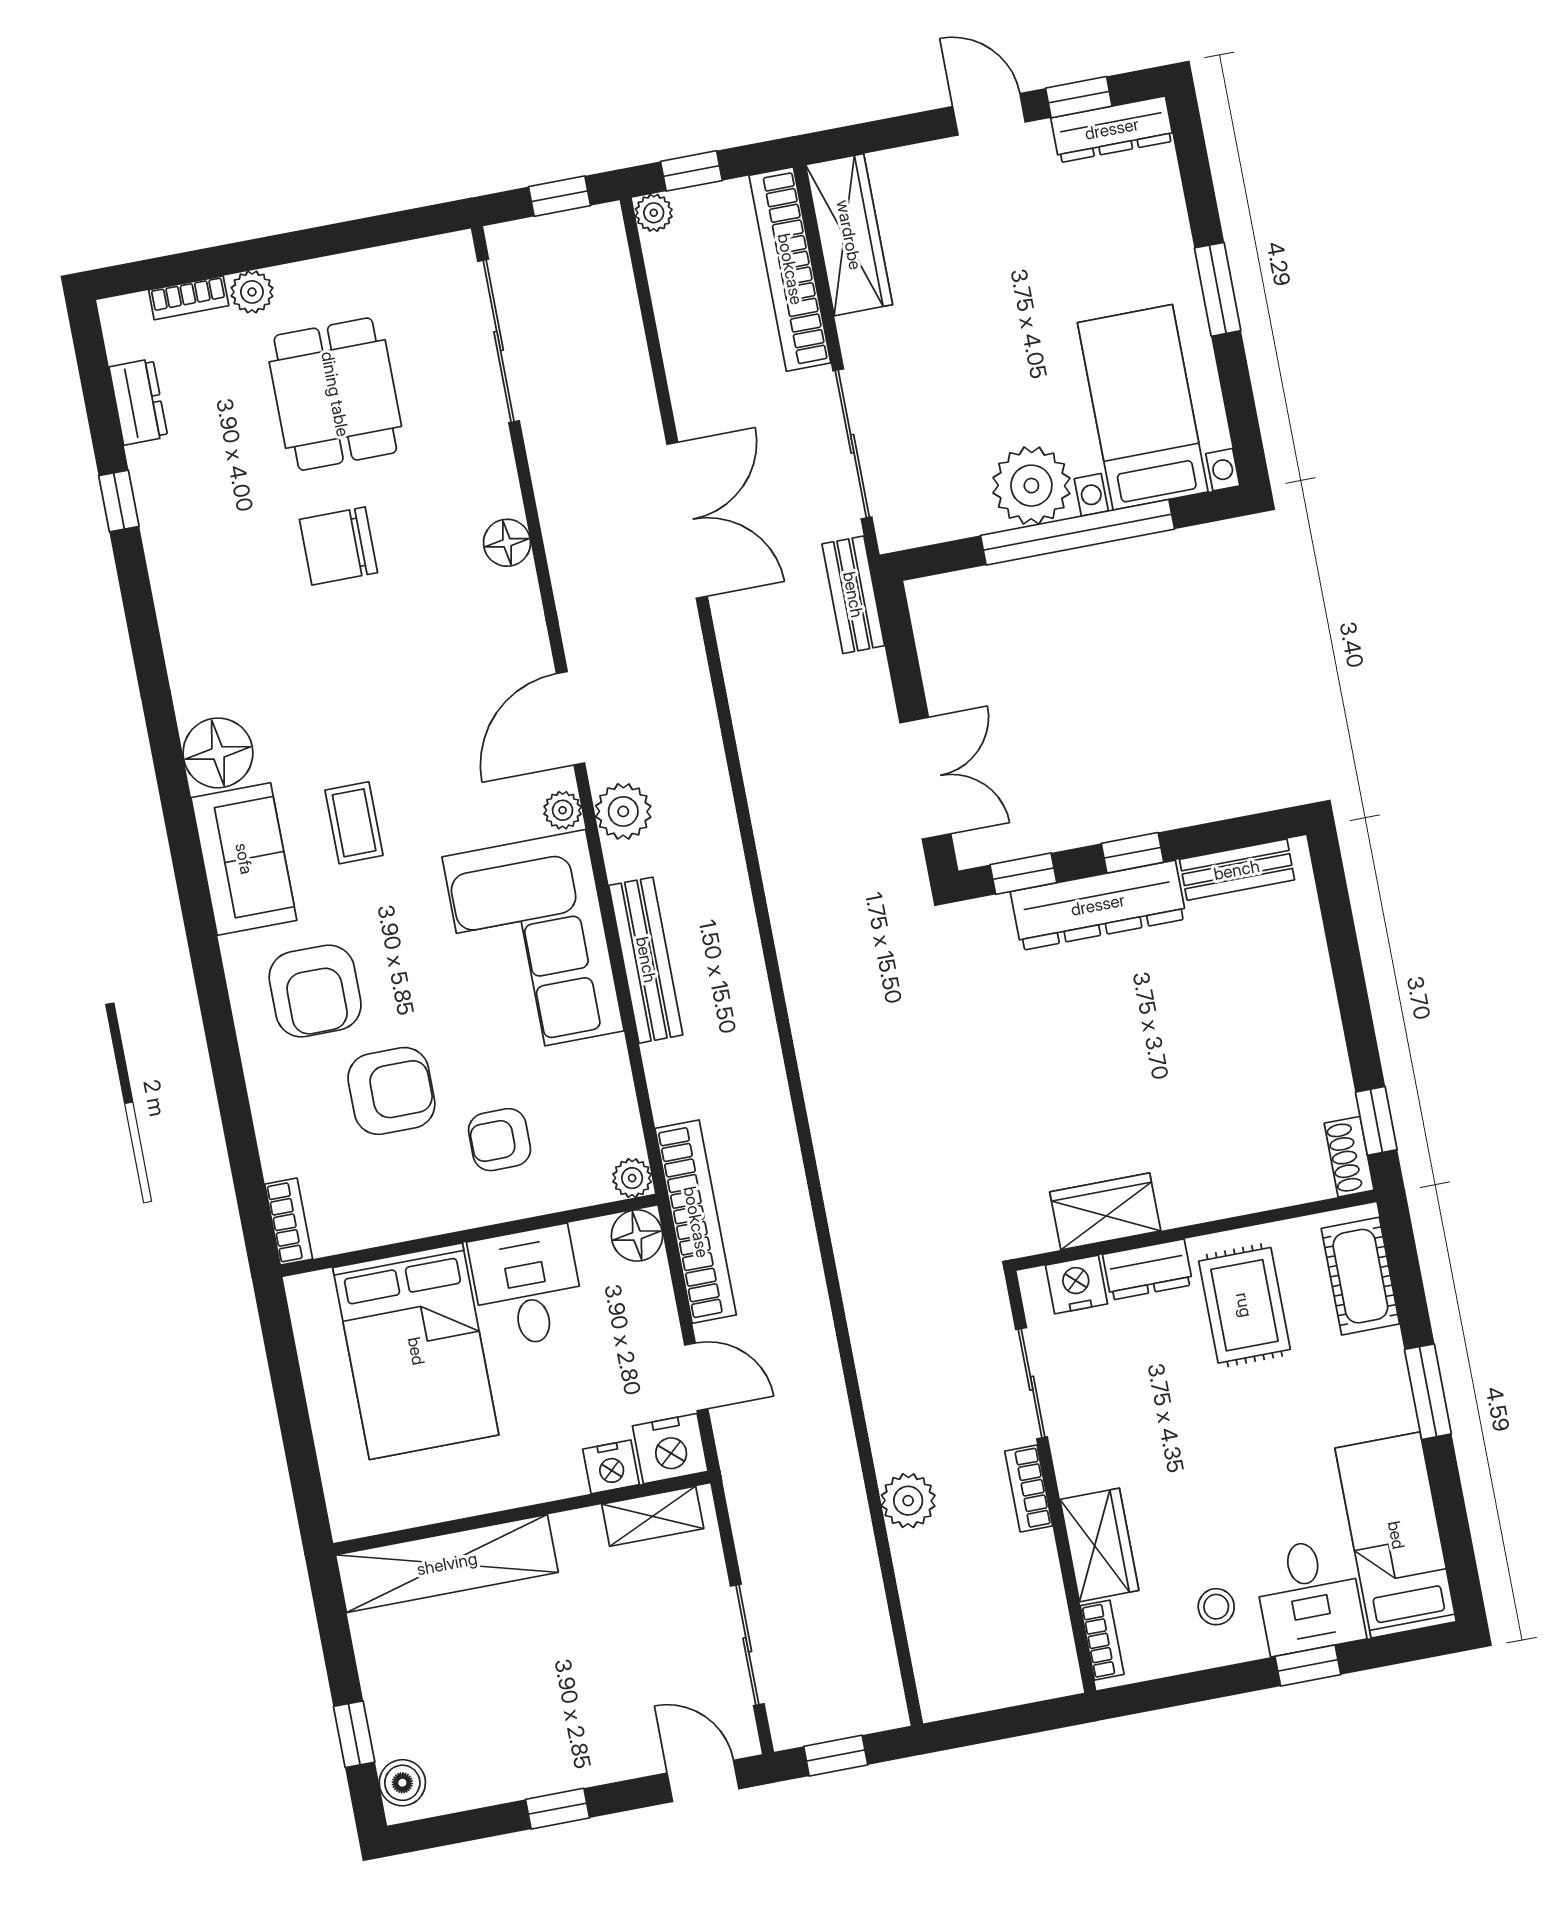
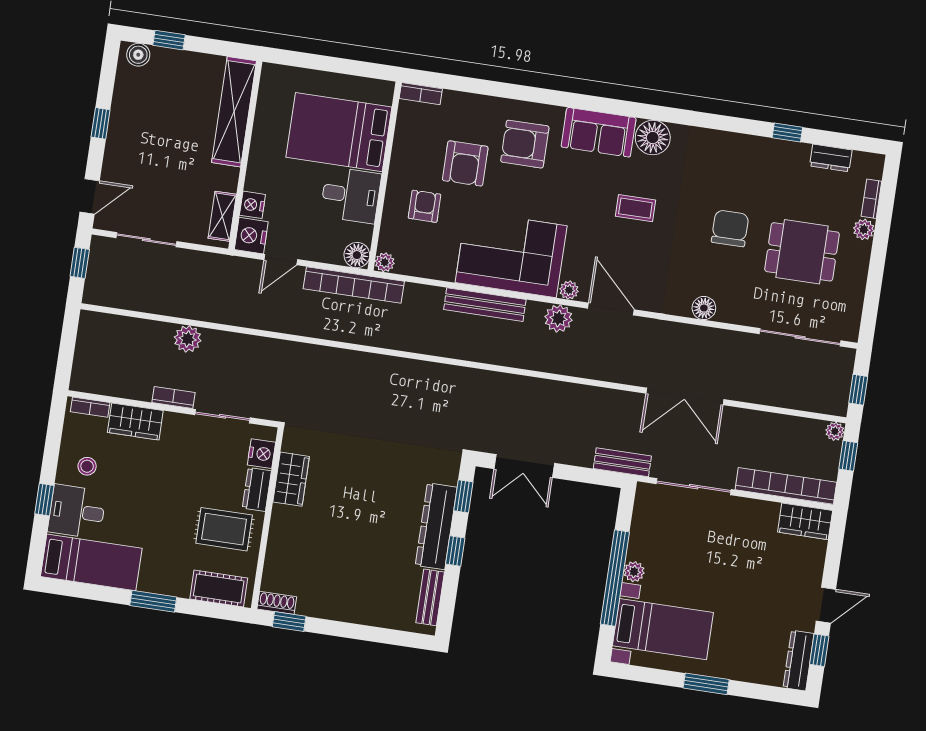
wardrobe: (849, 235) -> (805, 521), width x0.67
plant: (1031, 486) -> (634, 572), width x0.53, depth x0.53
coffee table: (354, 823) -> (635, 208), moved

